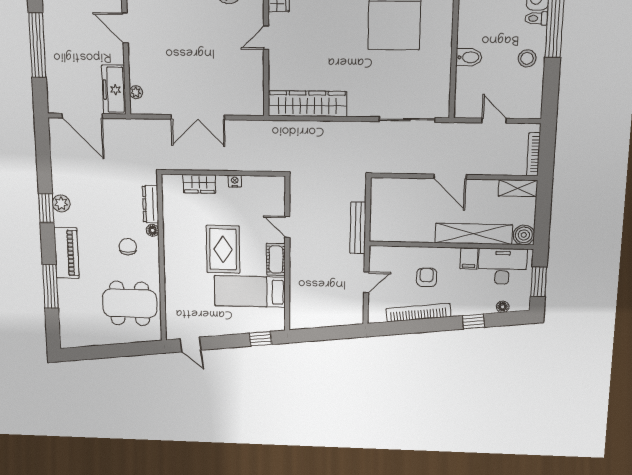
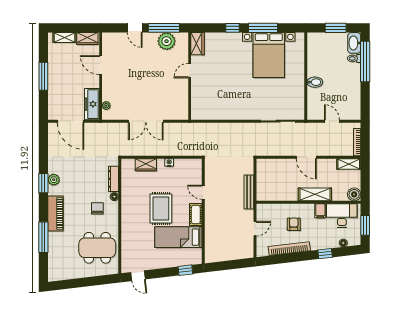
window: (37, 45) -> (43, 76), width x0.68
stool: (527, 58) -> (350, 83), removed
wardrobe: (307, 104) -> (216, 112), removed
shelving: (474, 234) -> (315, 194), width x0.68

